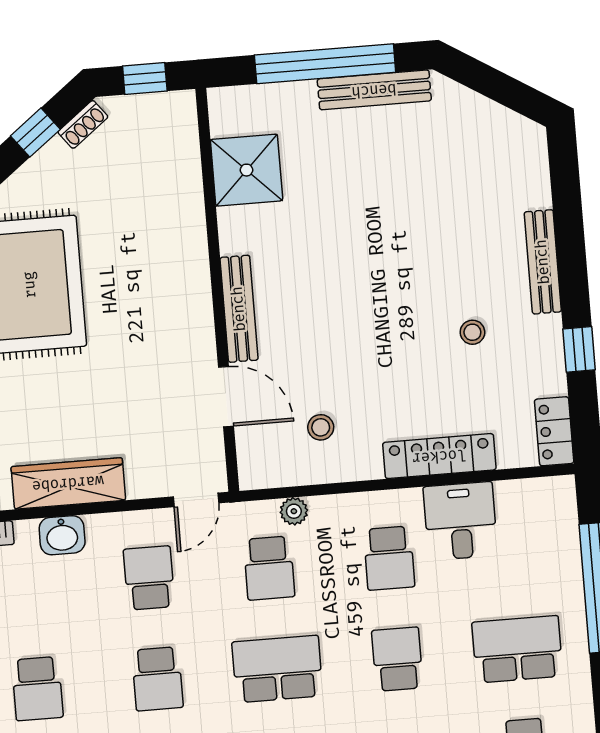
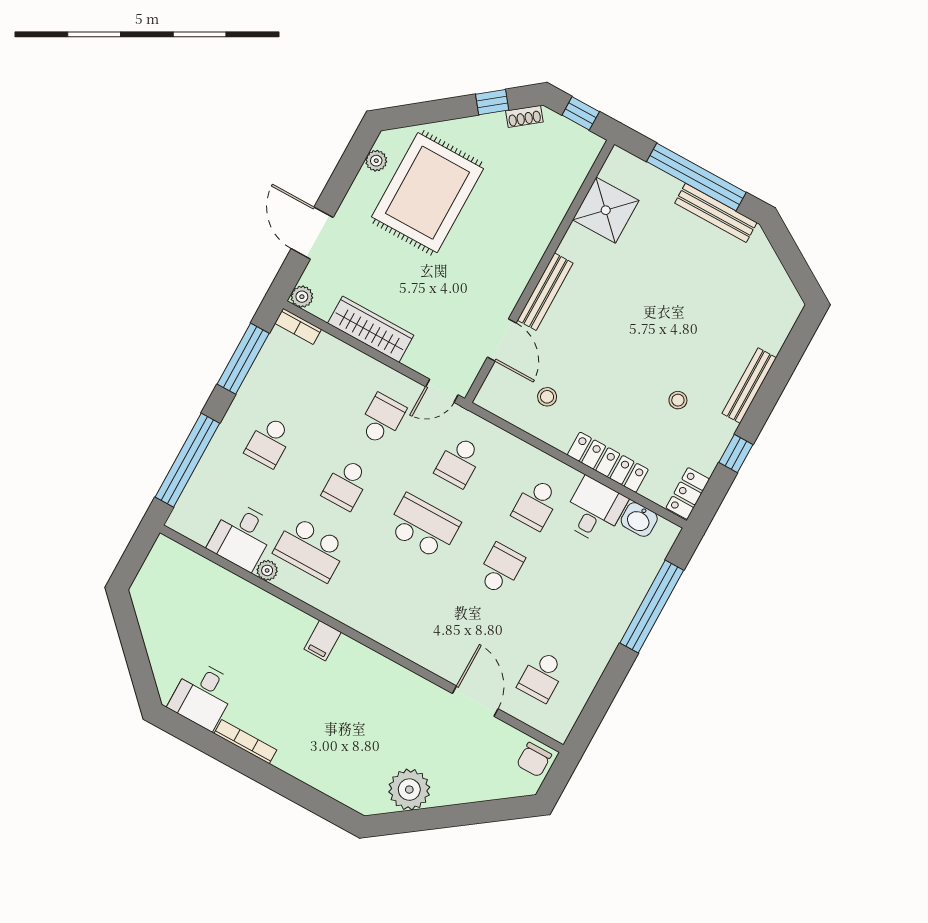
plant: (294, 511) -> (497, 437), removed
washbasin: (62, 535) -> (639, 519), moved
school desk: (517, 649) -> (577, 611), removed

